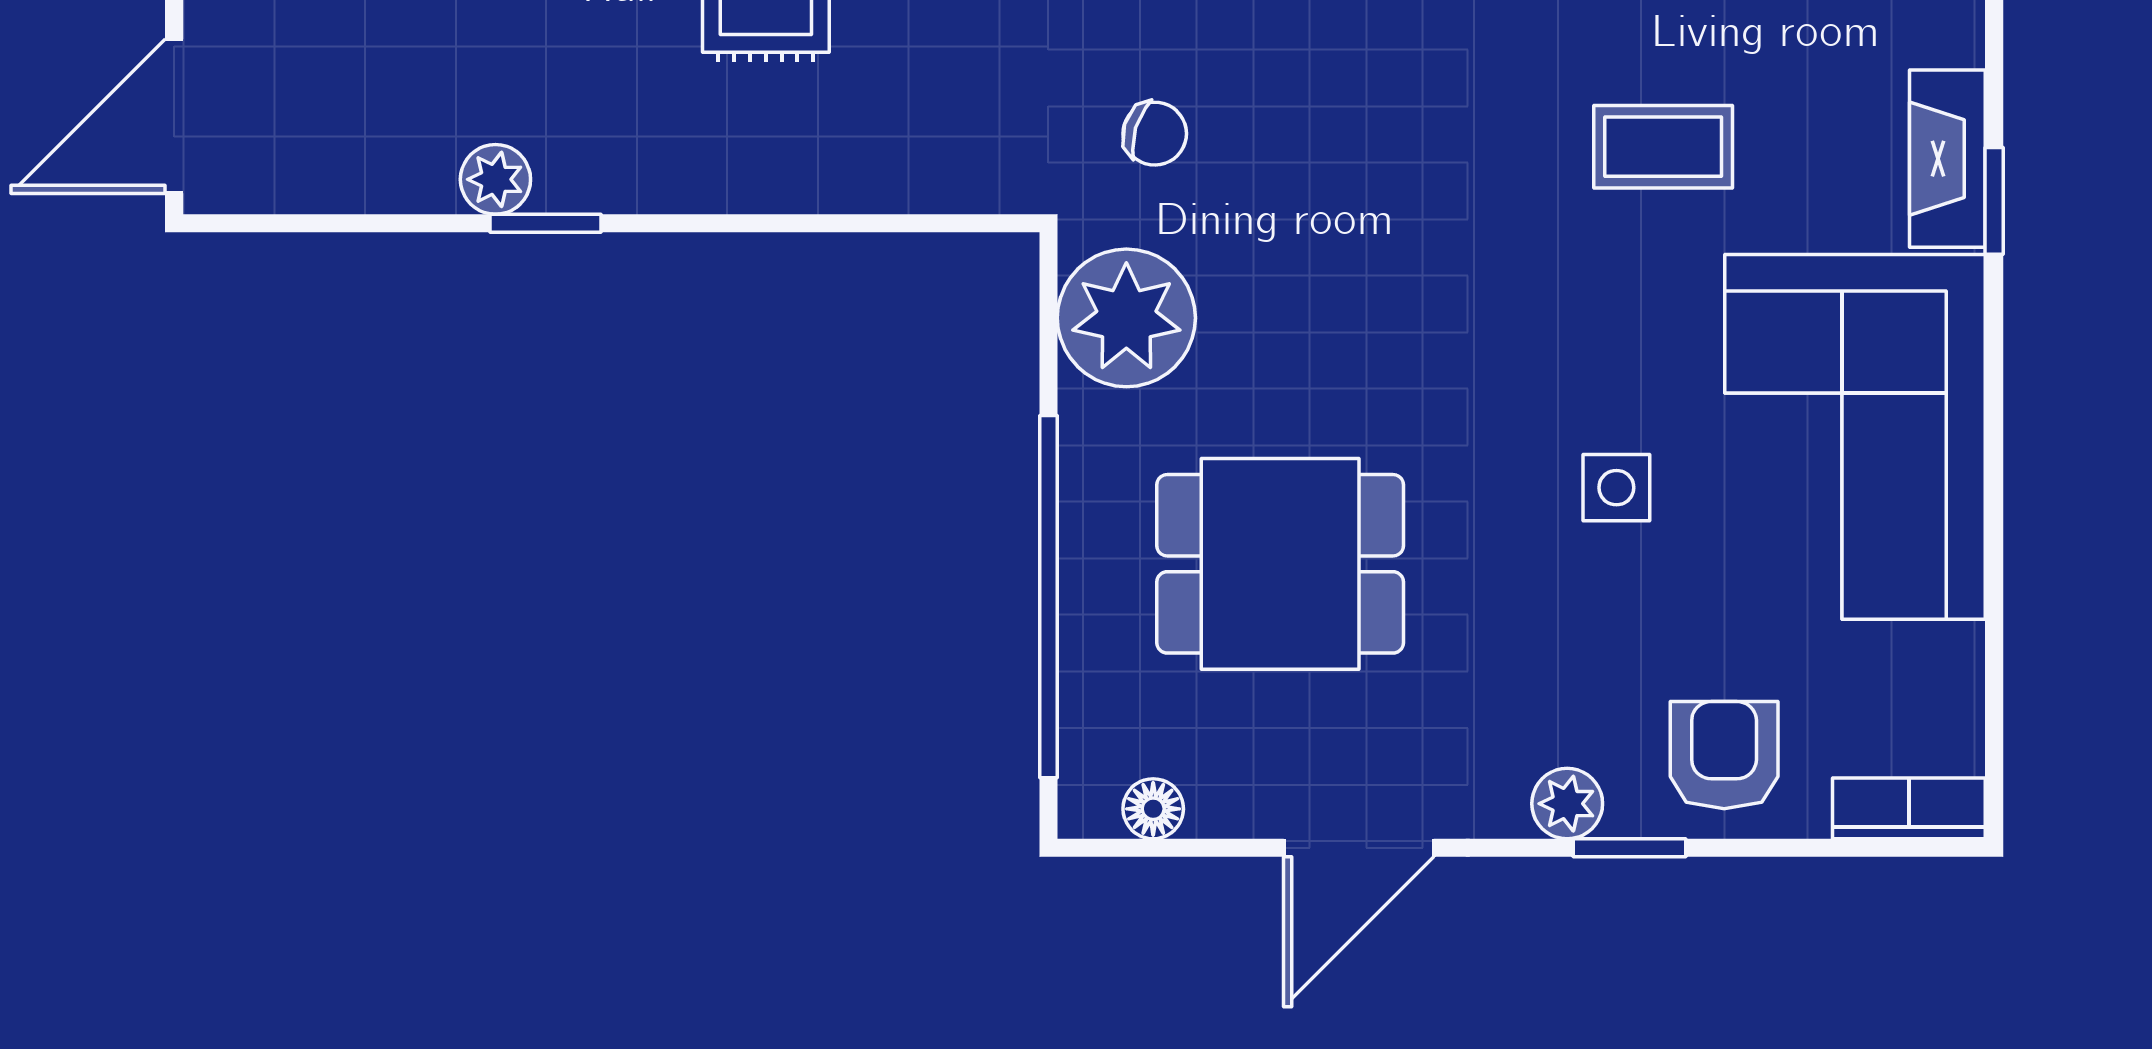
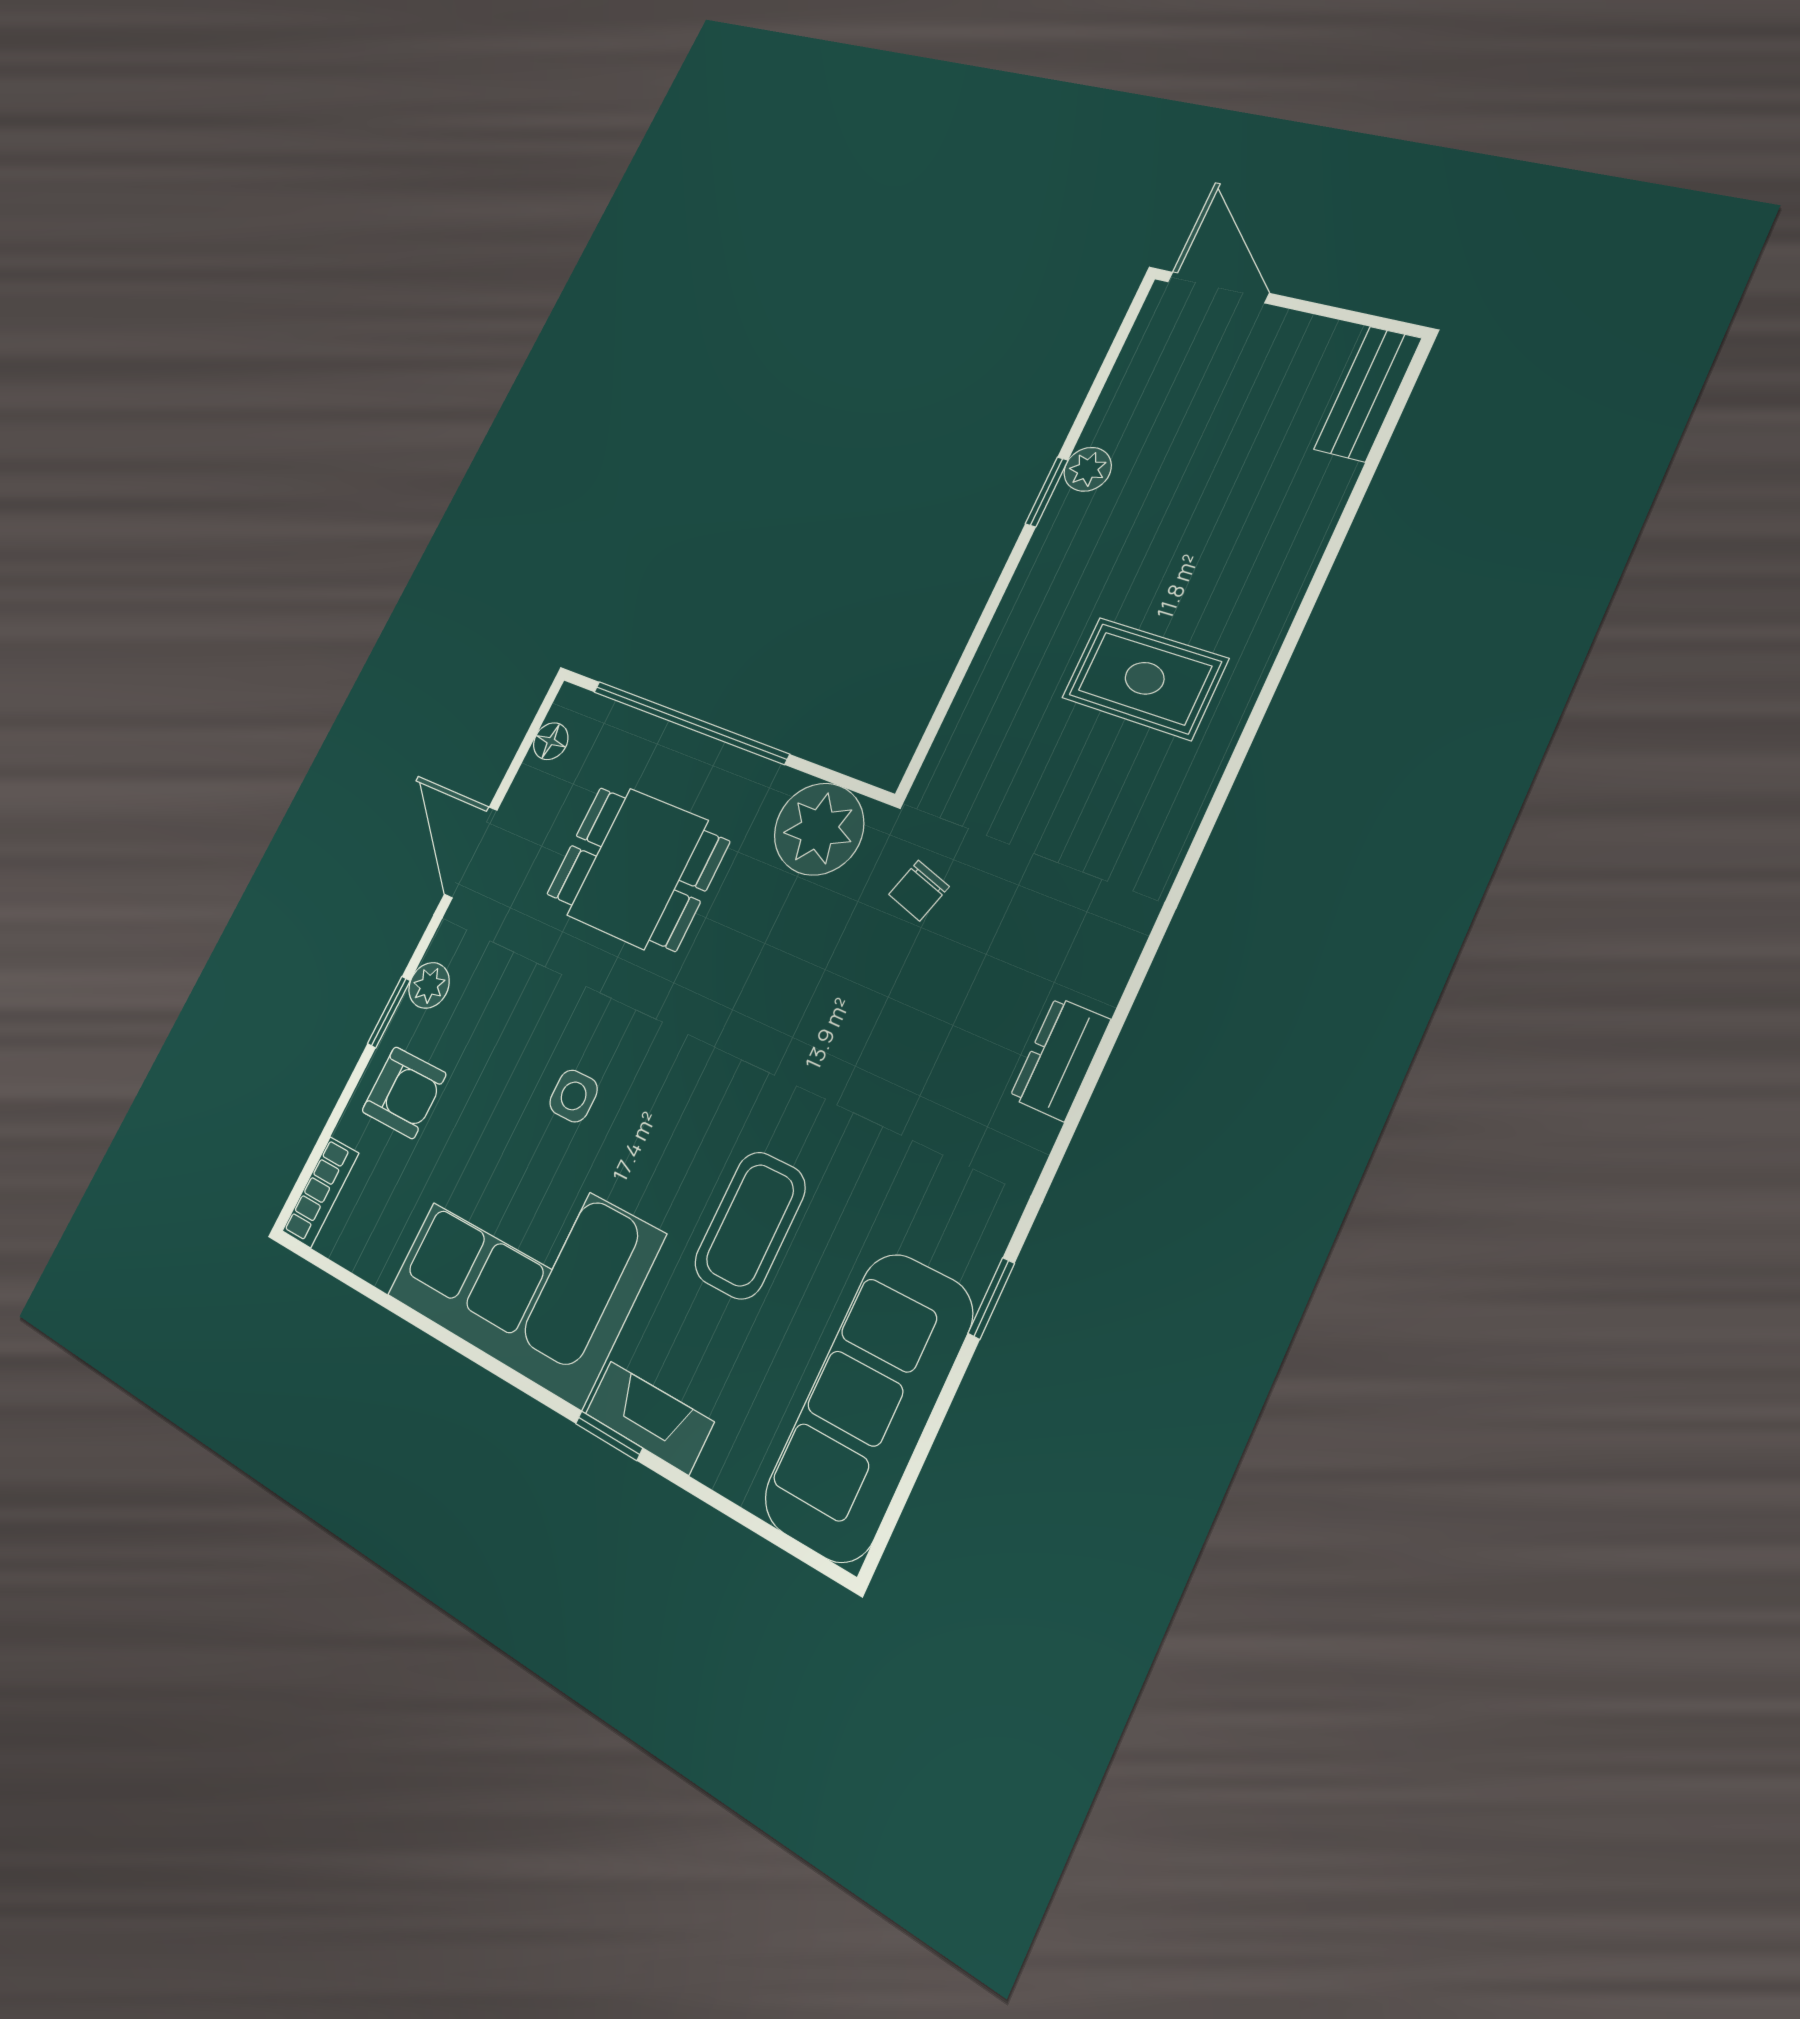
coffee table: (1663, 147) -> (750, 1225), width x1.36, depth x1.30
dining table: (1280, 564) -> (637, 868), turned 90

